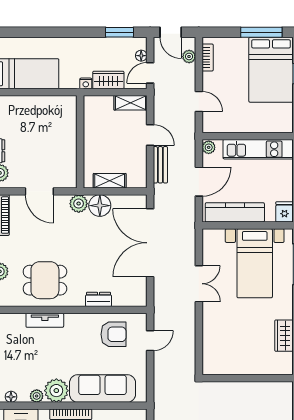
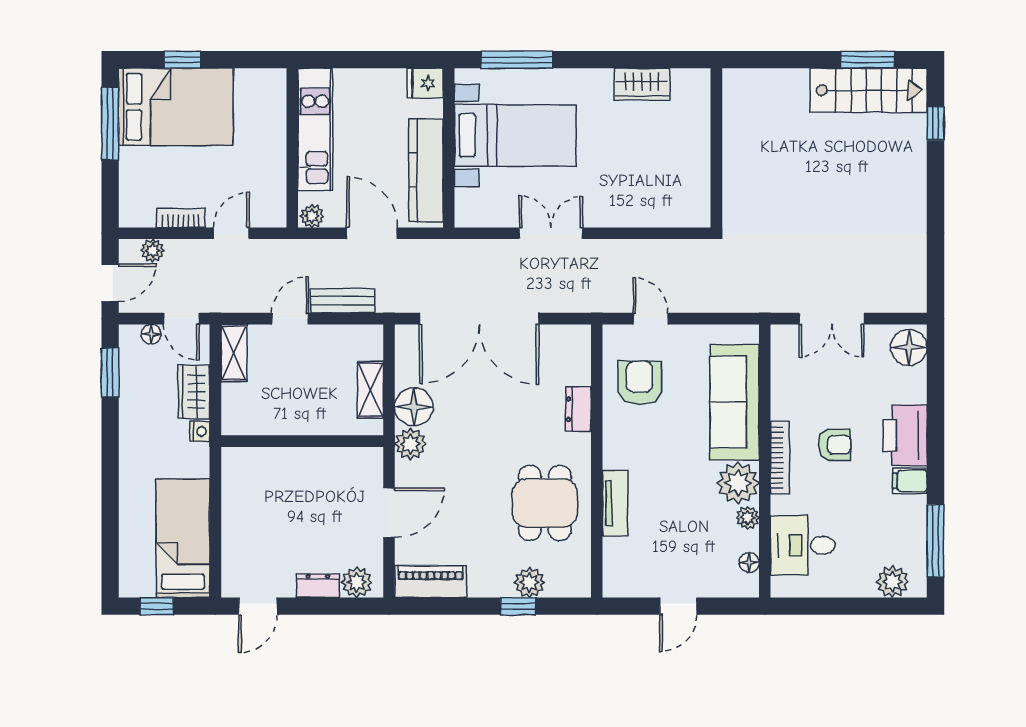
bookcase: (208, 58) -> (181, 218), moved

